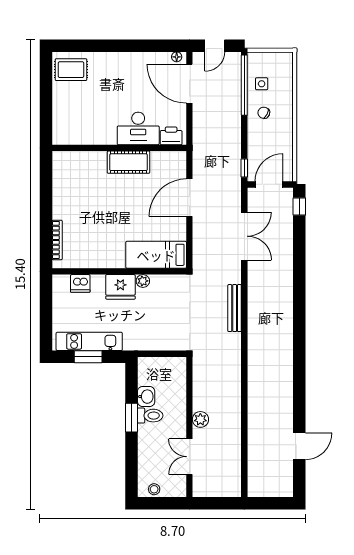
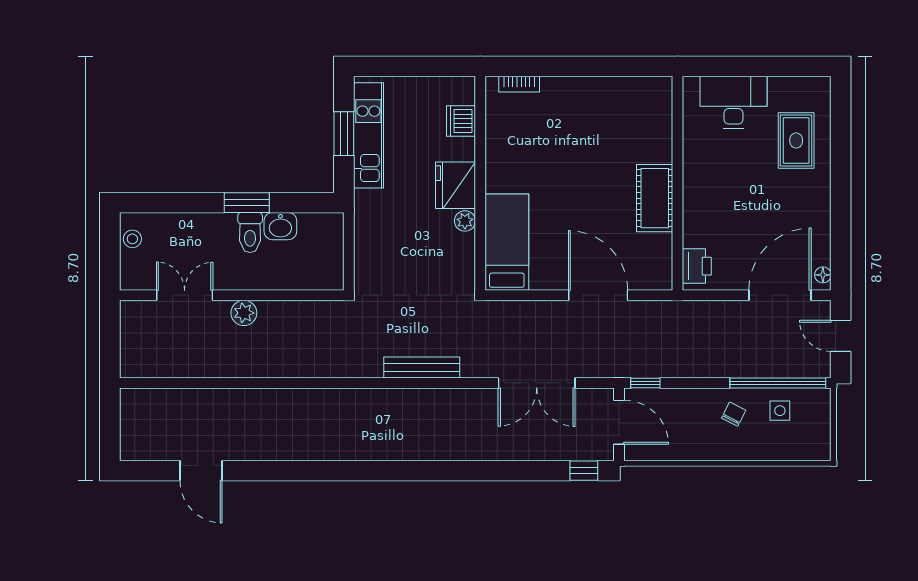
rug: (71, 70) -> (796, 140), moved
desk: (138, 128) -> (733, 102), moved, turned 90
bookcase: (57, 240) -> (519, 84), width x0.64

